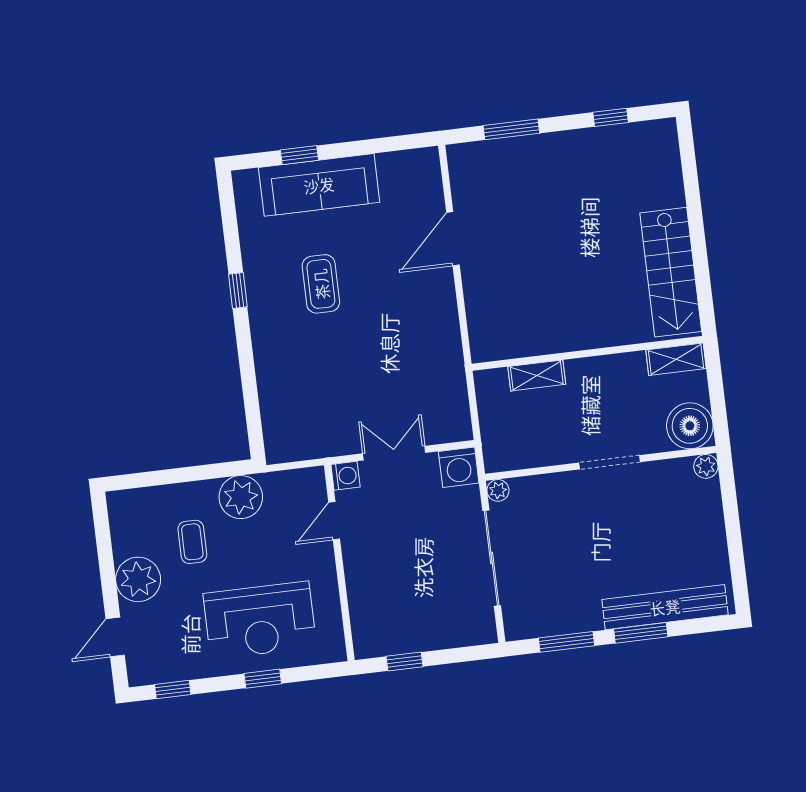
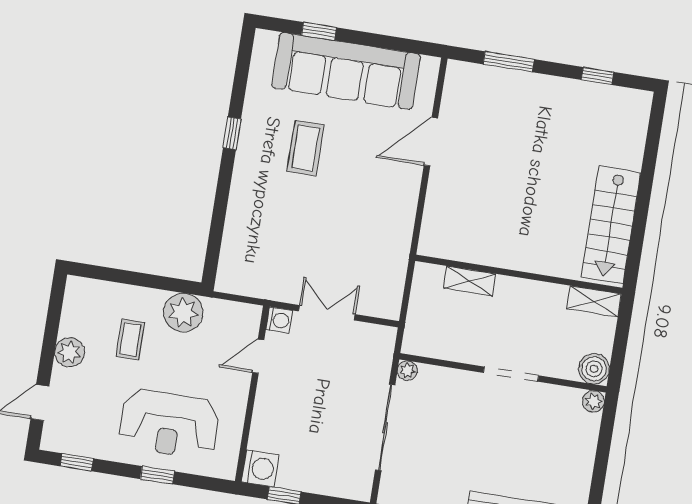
sofa: (319, 185) -> (346, 71), width x1.36, depth x1.27
boiler: (690, 426) -> (594, 369), width x0.73, depth x0.73
washing machine: (459, 467) -> (260, 468), moved, turned -90
plant: (138, 579) -> (70, 352), width x0.73, depth x0.73

